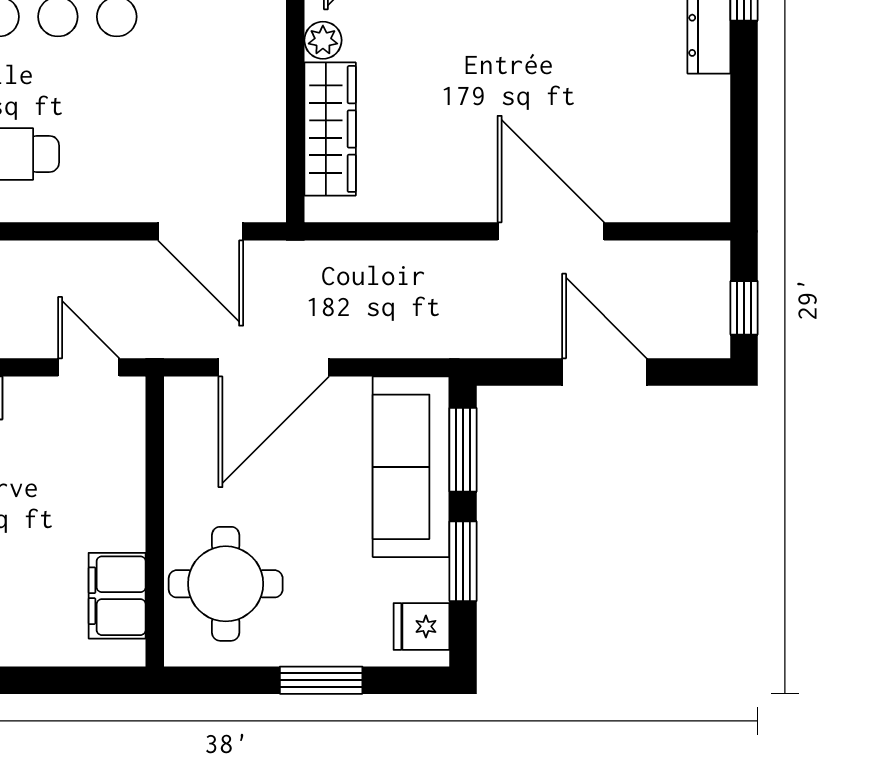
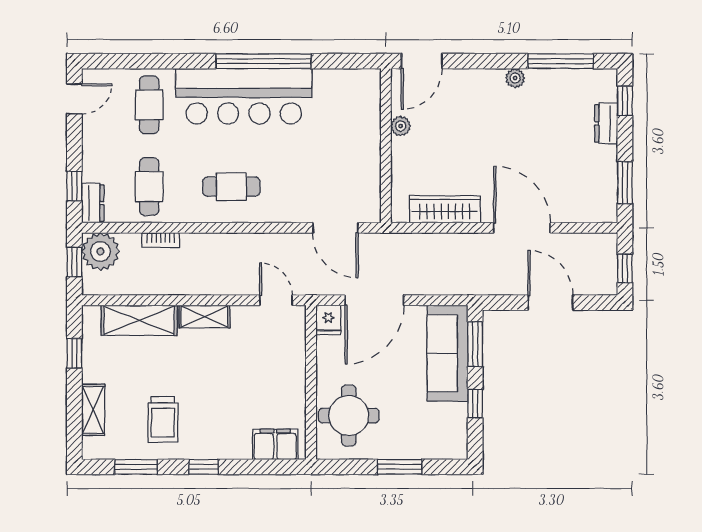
wardrobe: (330, 129) -> (445, 209), moved, turned -90
window: (744, 146) -> (625, 183), added
window: (463, 561) -> (475, 404), width x0.67
filing cabinet: (117, 596) -> (275, 444), moved, turned 90
fridge: (421, 626) -> (328, 320), moved, turned -90

